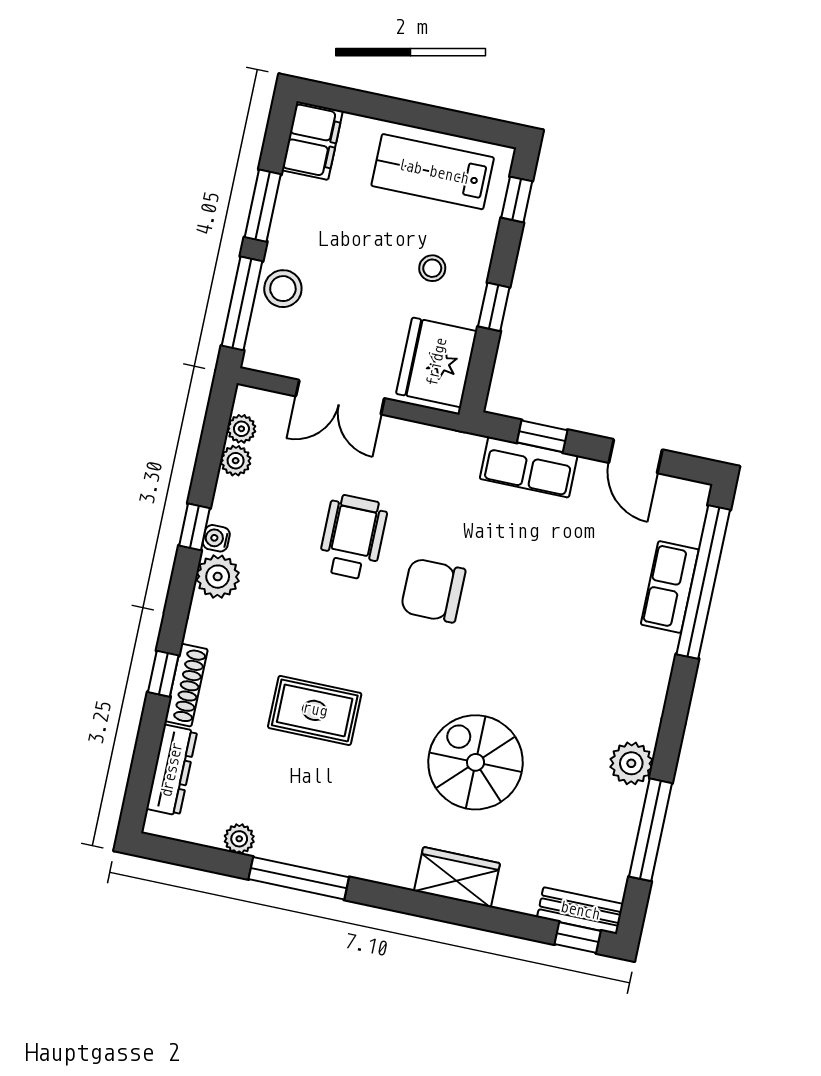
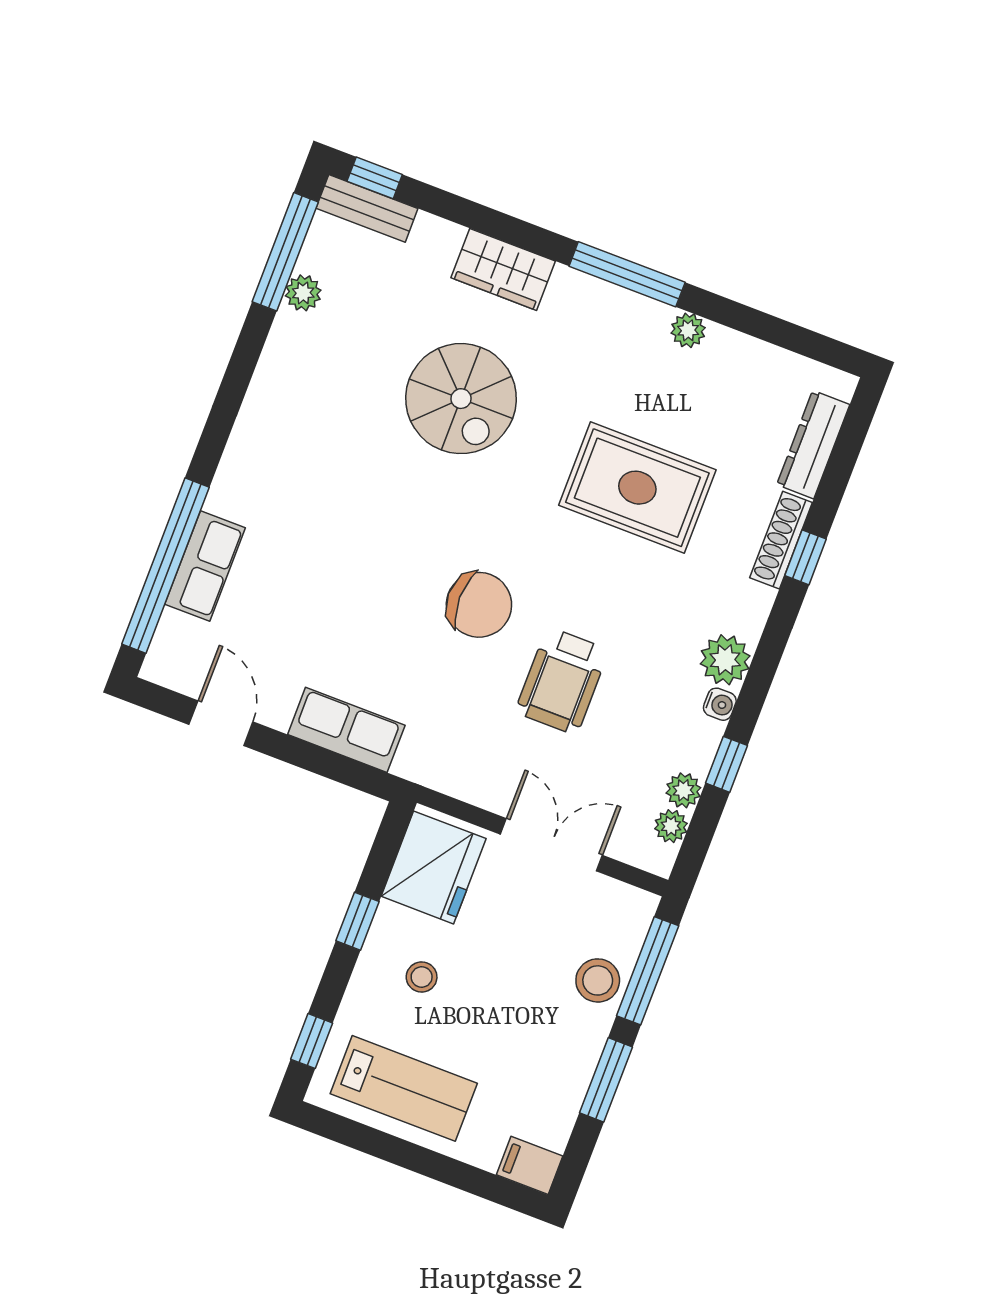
filing cabinet: (312, 141) -> (530, 1165), width x0.50
window: (542, 436) -> (325, 763), removed
window: (195, 527) -> (726, 764), moved
rug: (315, 710) -> (637, 488), width x1.36, depth x1.43
plant: (631, 763) -> (303, 293), moved, width x0.73, depth x0.73
window: (651, 830) -> (285, 252), moved
plant: (239, 839) -> (688, 330), moved
window: (299, 878) -> (627, 274), moved

